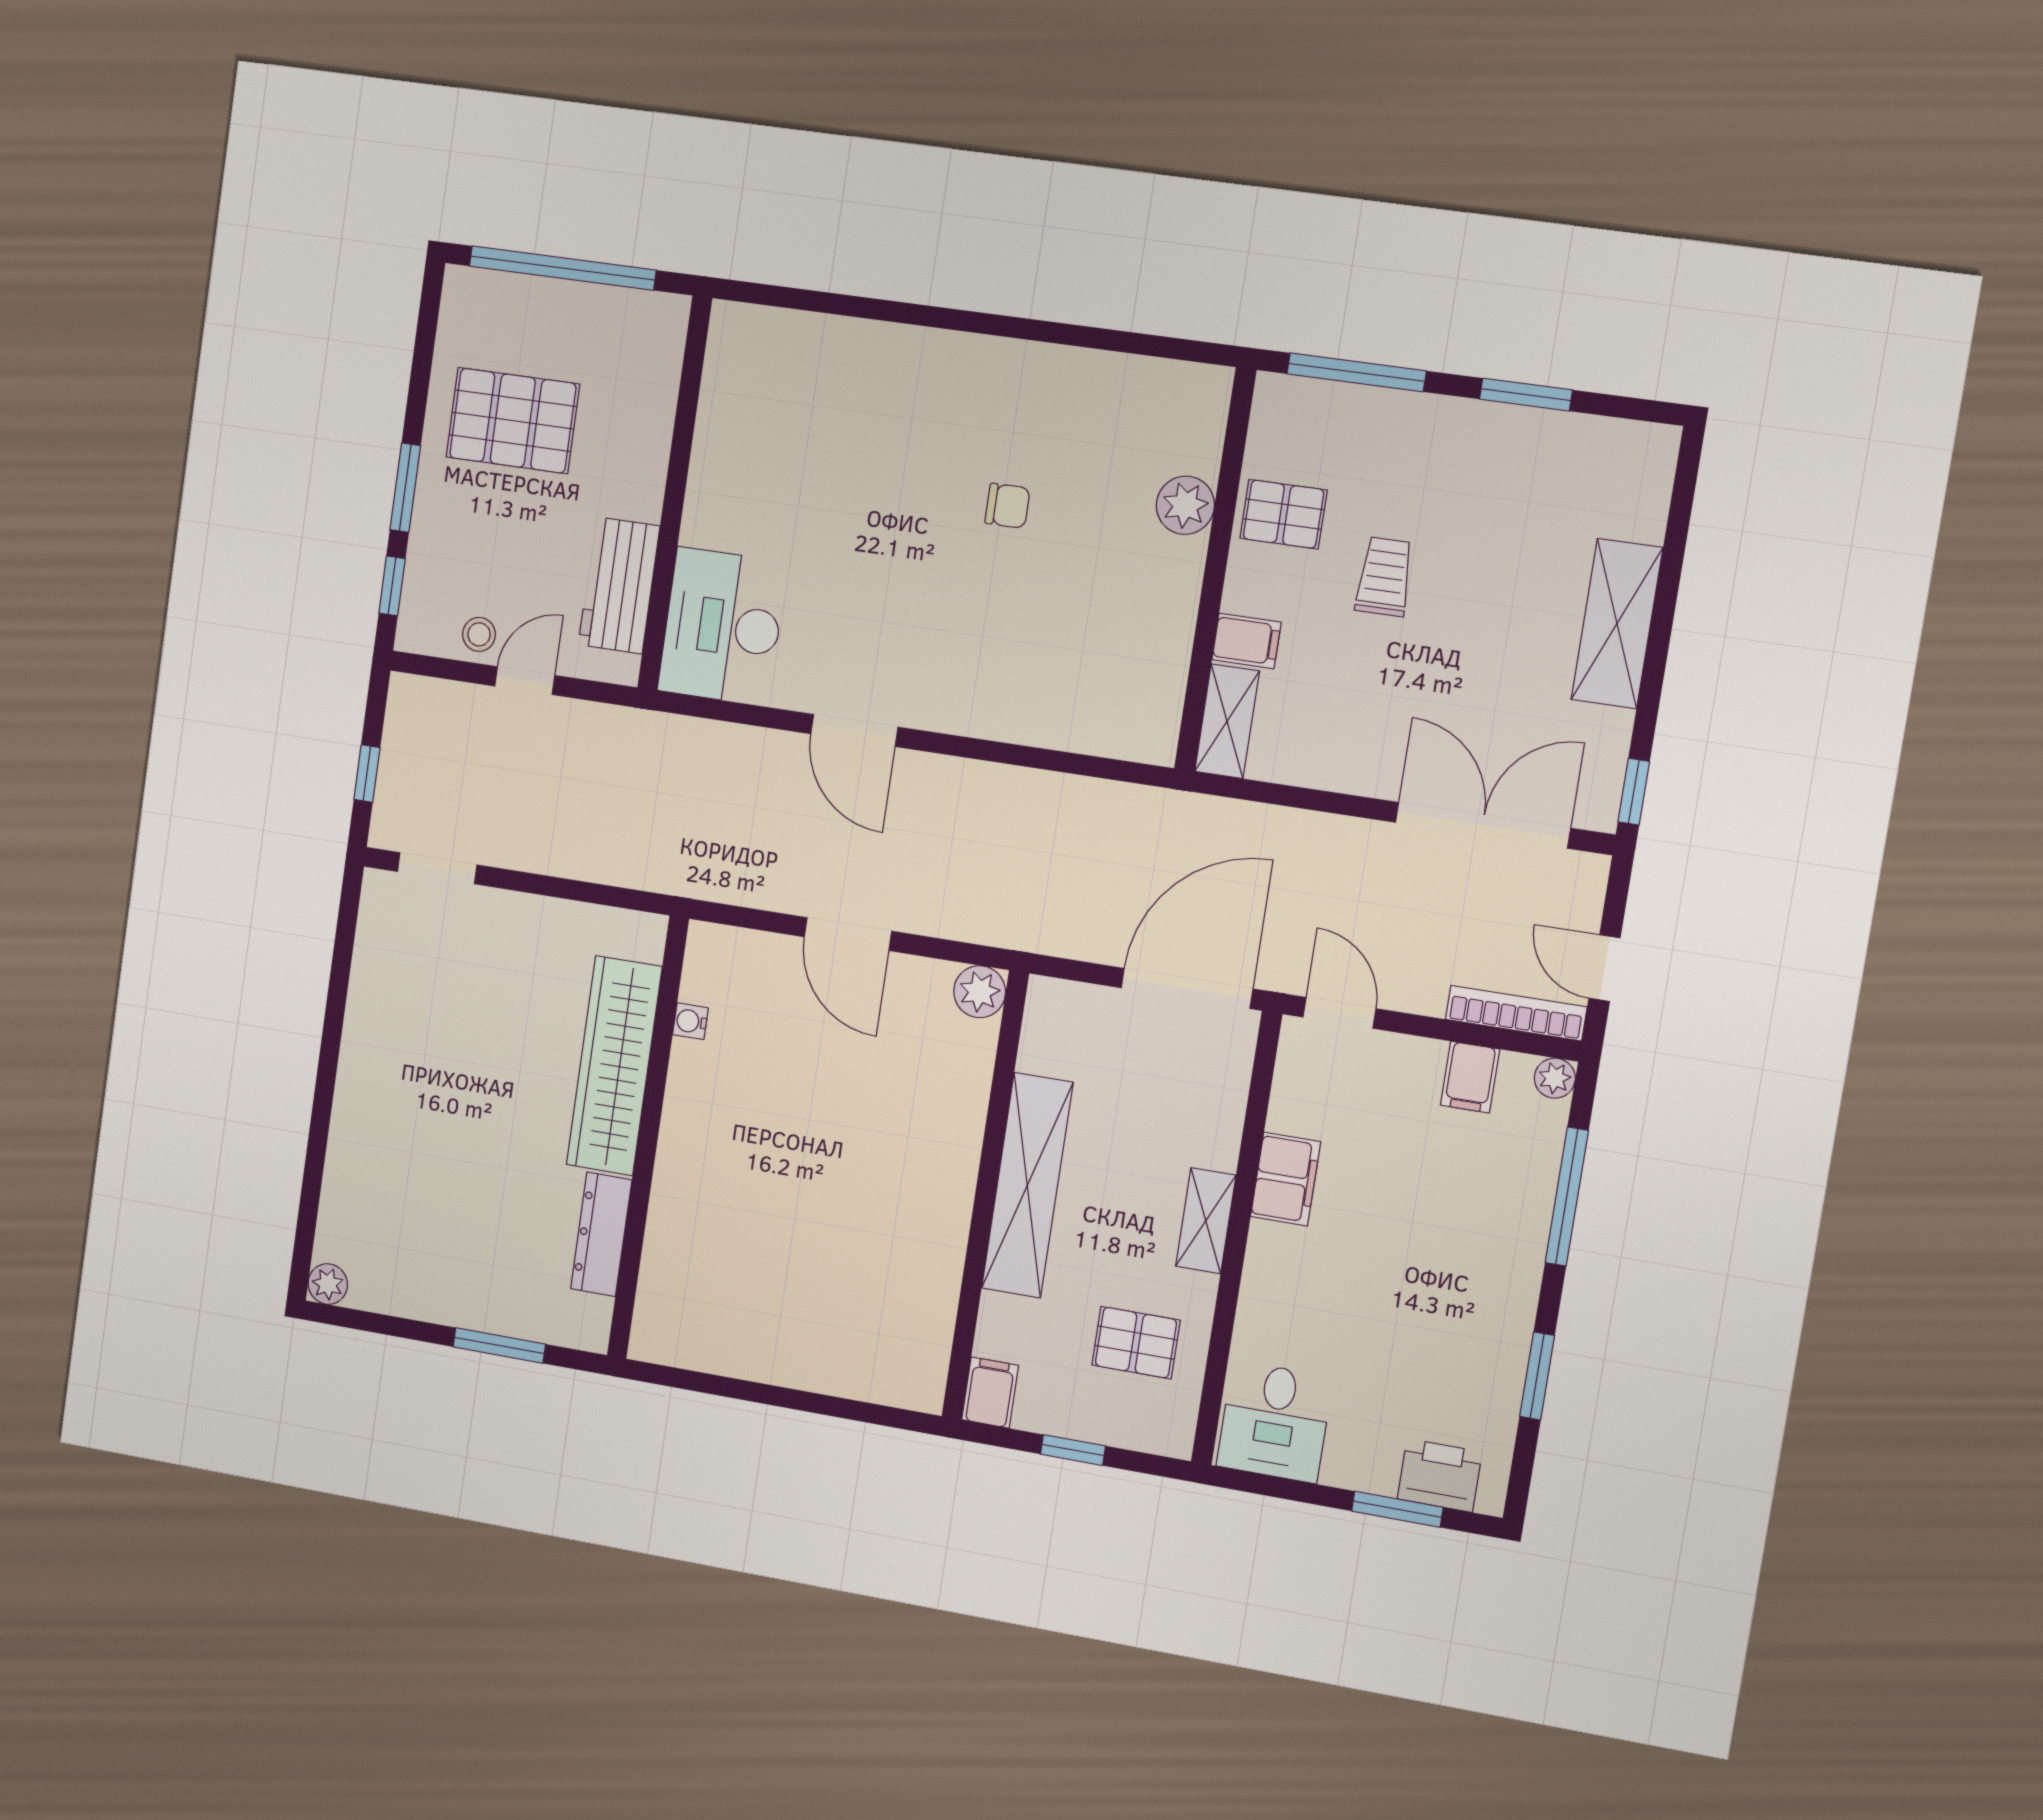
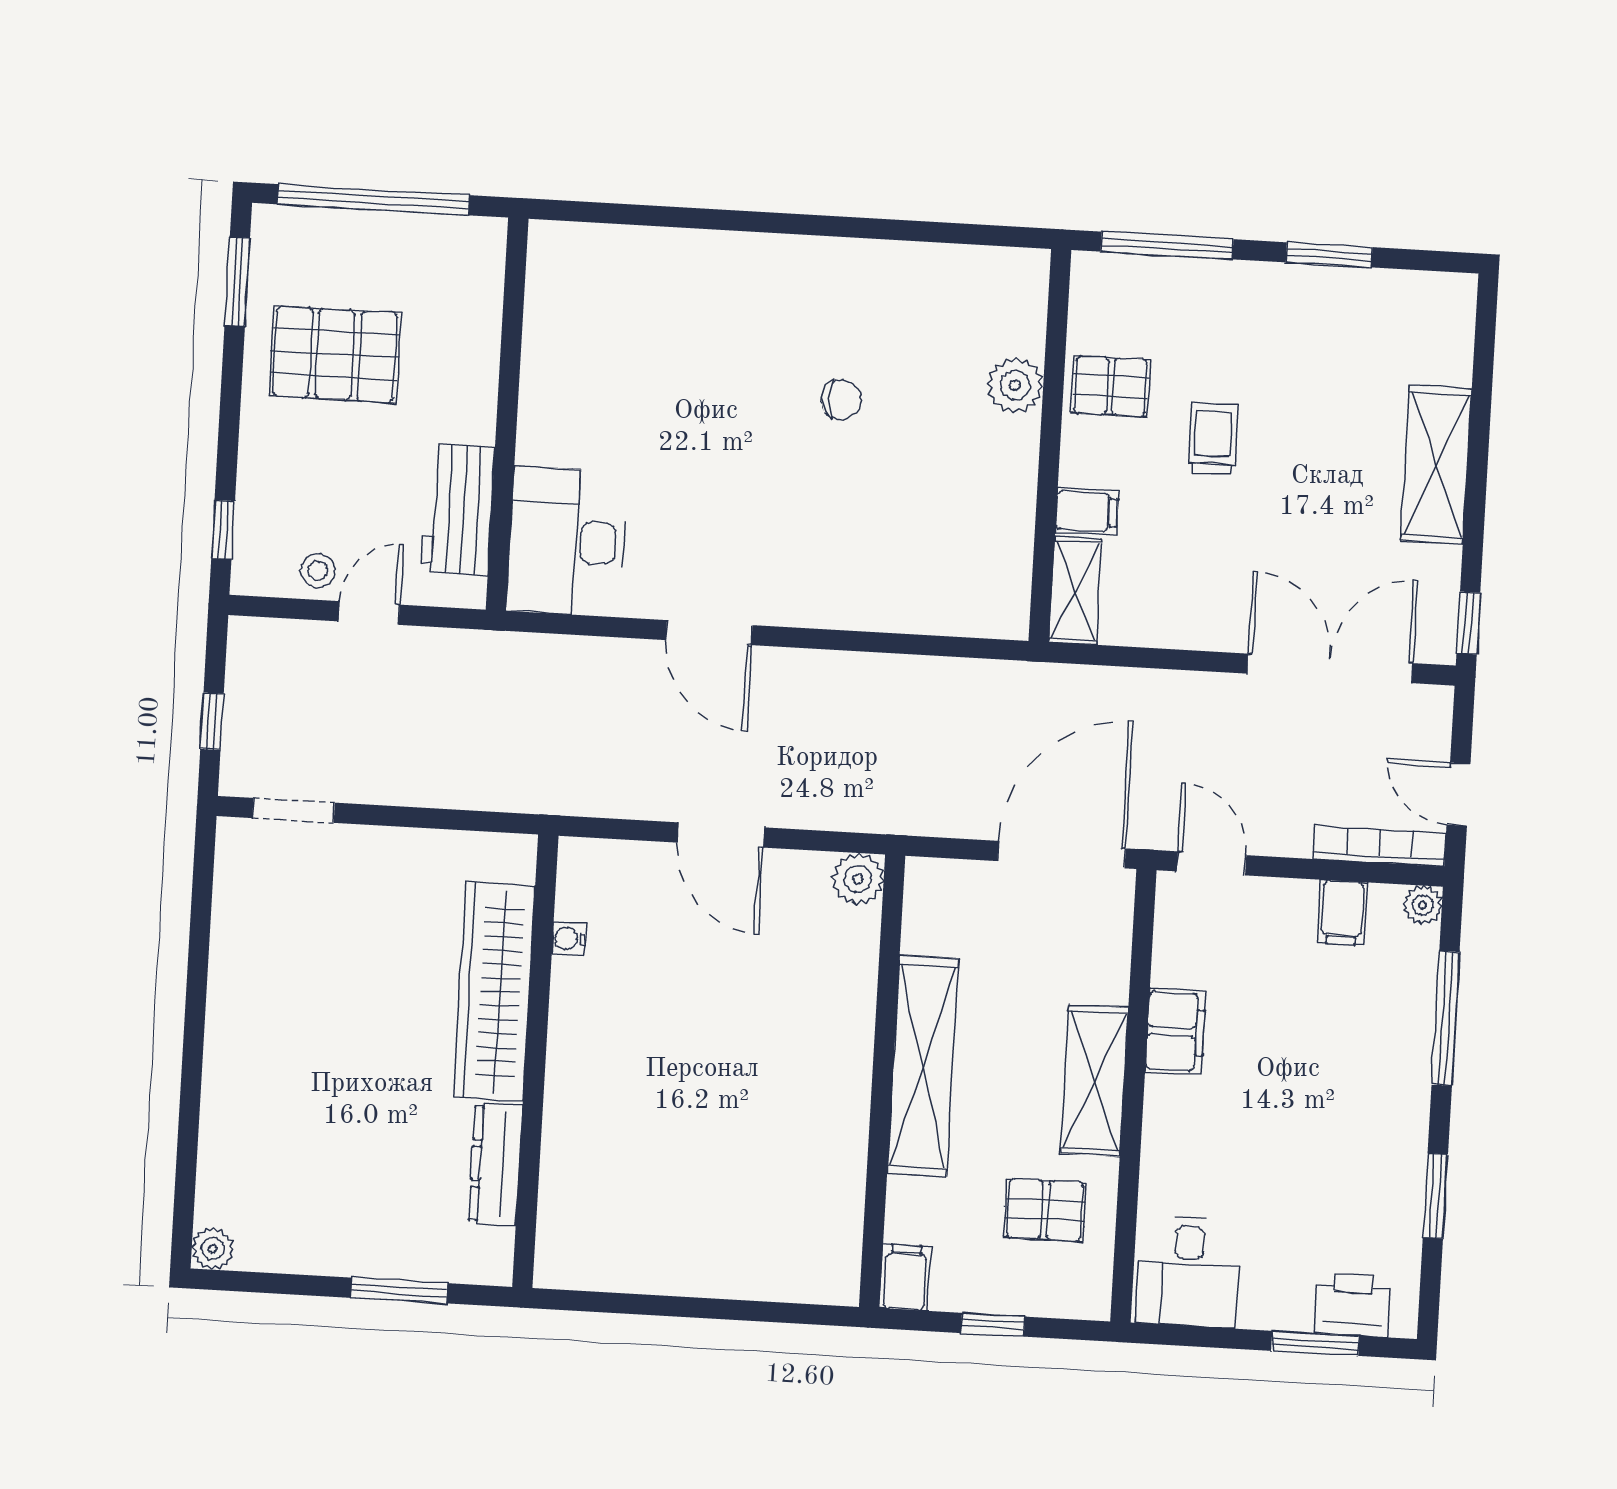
window: (405, 488) -> (237, 281), moved
shelving: (1206, 1221) -> (1094, 1081), width x1.50, depth x1.33

